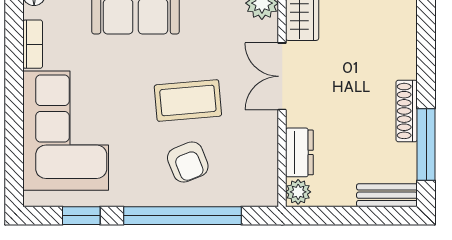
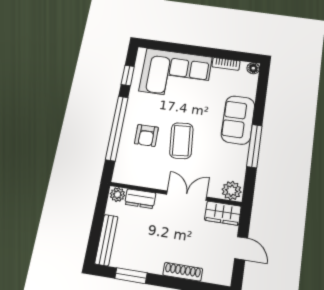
shoe rack: (407, 111) -> (183, 272), moved
window: (426, 145) -> (131, 276), width x0.69
armchair: (188, 162) -> (146, 135), turned -68
bench: (387, 195) -> (106, 240), width x1.36

